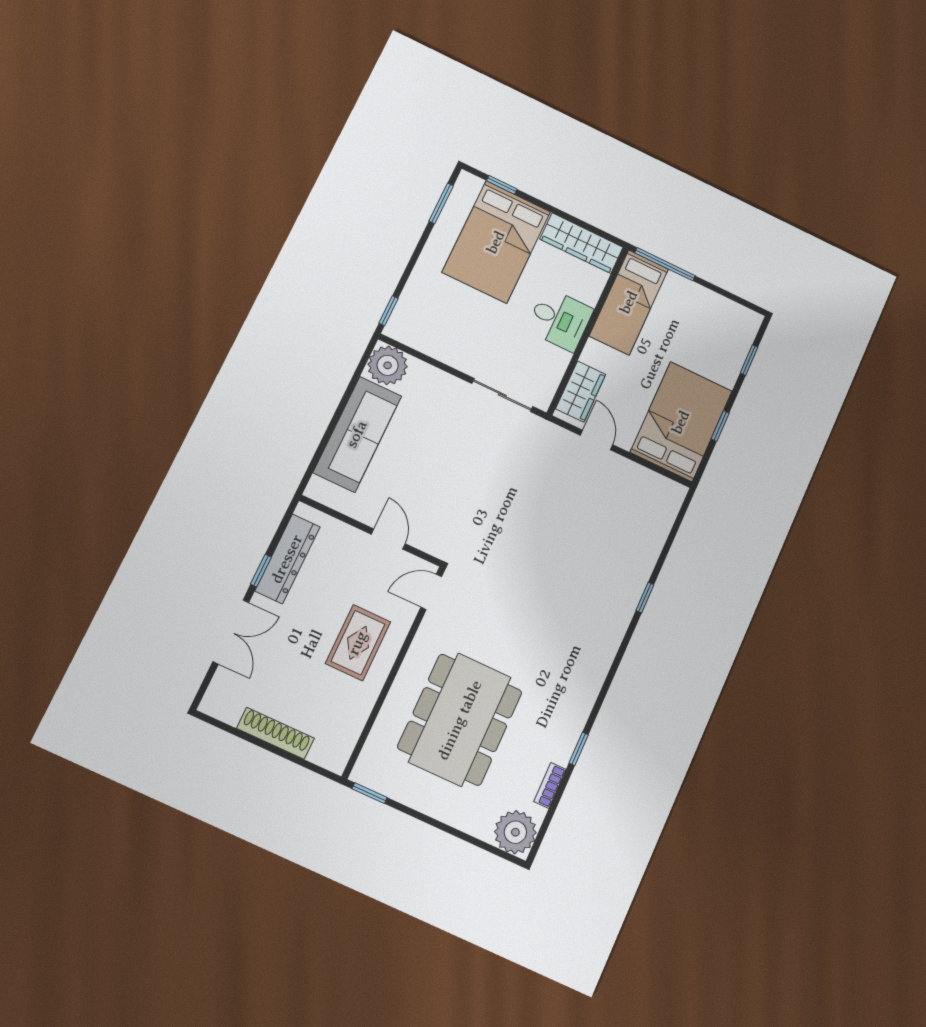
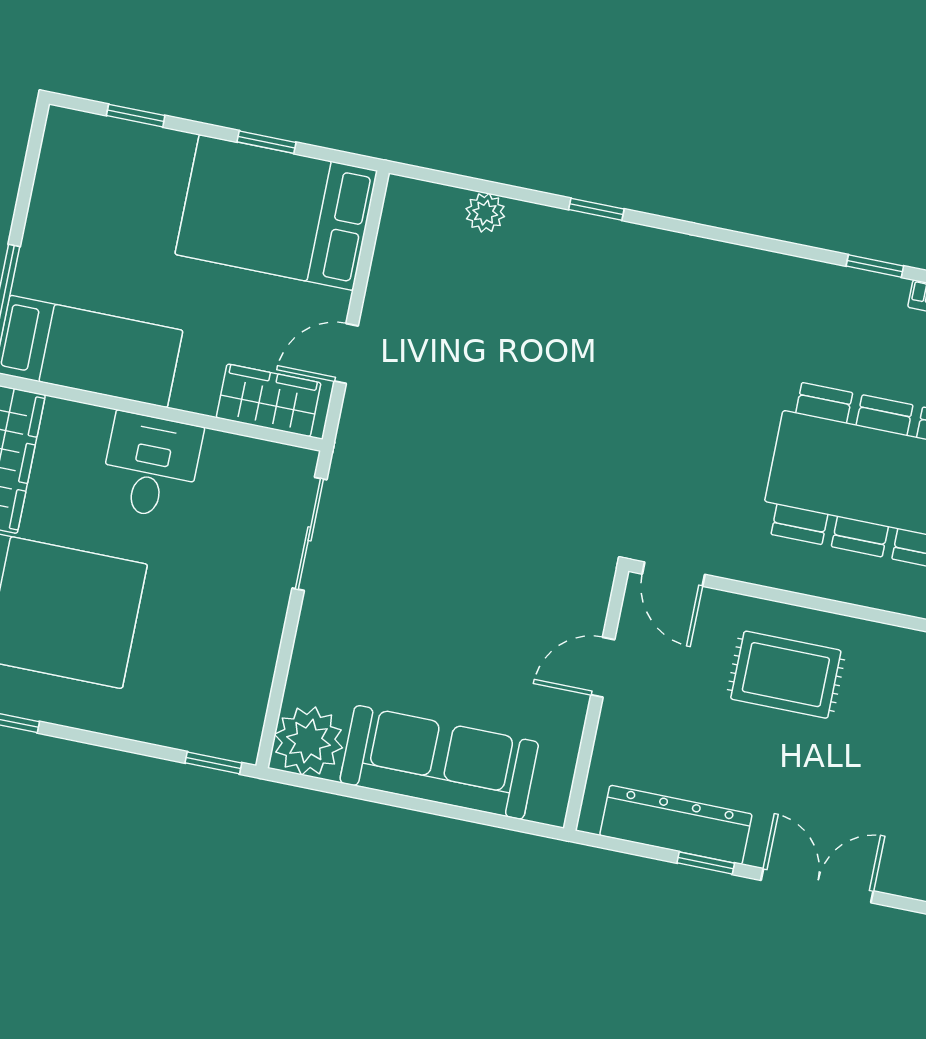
plant: (656, 535) -> (485, 213), added

